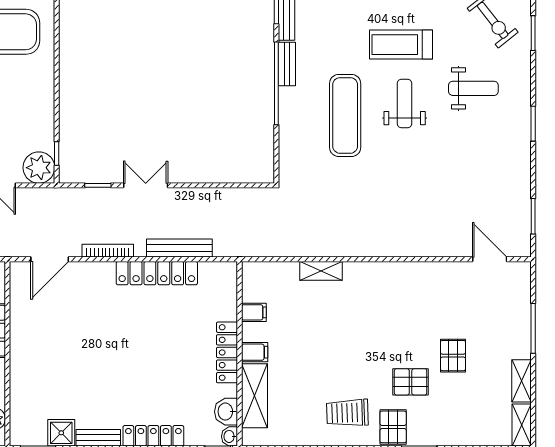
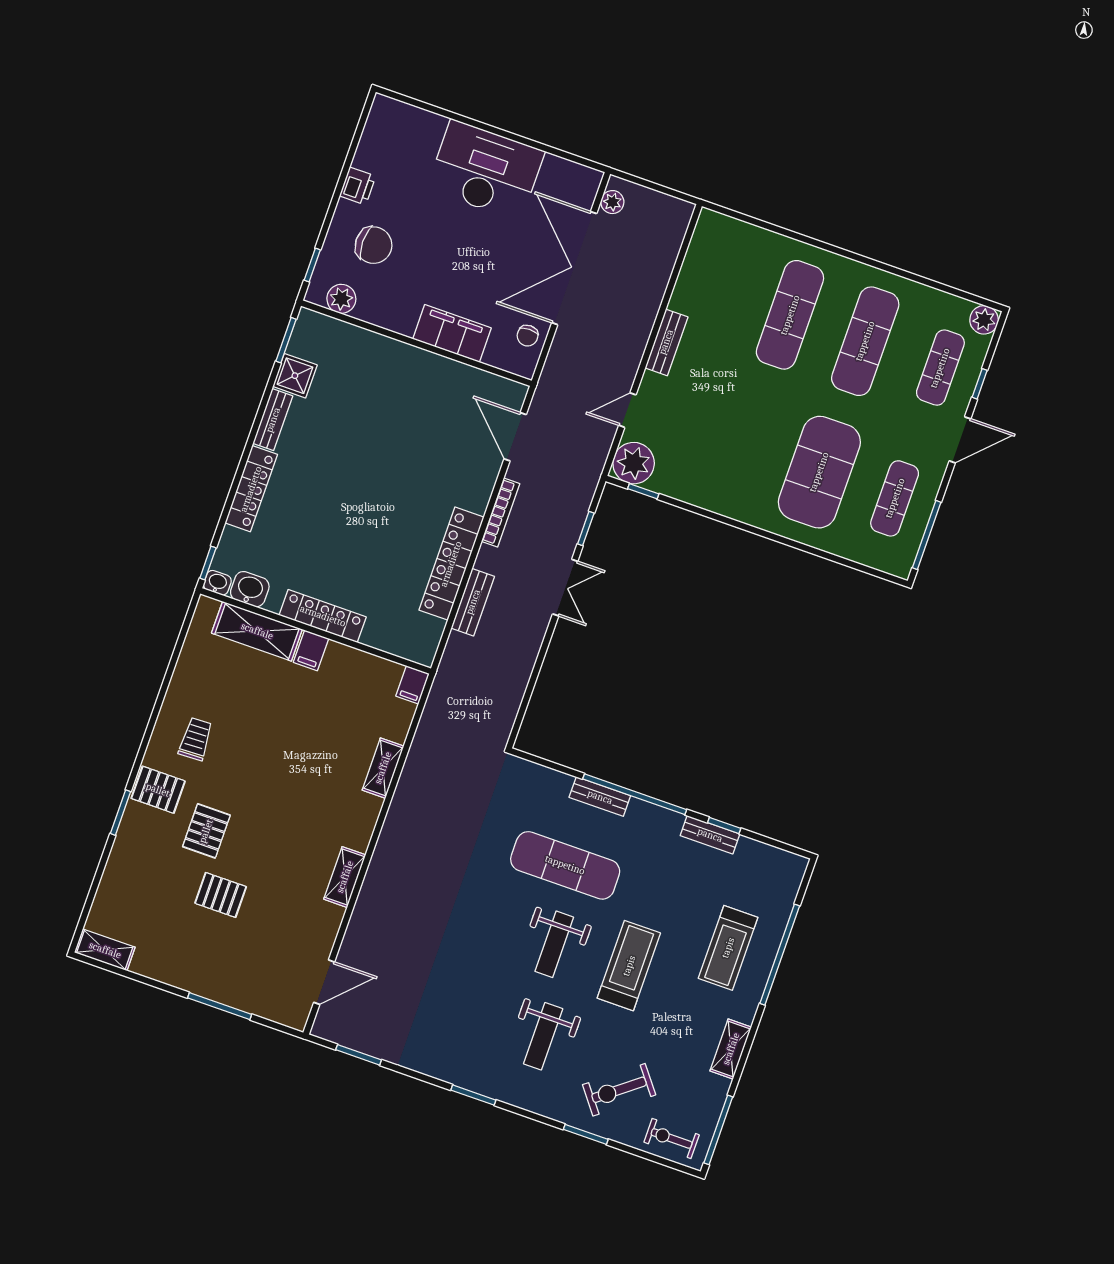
bench: (287, 64) -> (600, 797), moved
weight bench: (405, 103) -> (554, 944), turned 90
bench: (179, 248) -> (473, 602), width x0.73
filing cabinet: (254, 312) -> (412, 685), moved
shelving: (522, 381) -> (345, 877), moved, turned 90
trolley: (347, 413) -> (196, 739), width x0.73, depth x0.72

